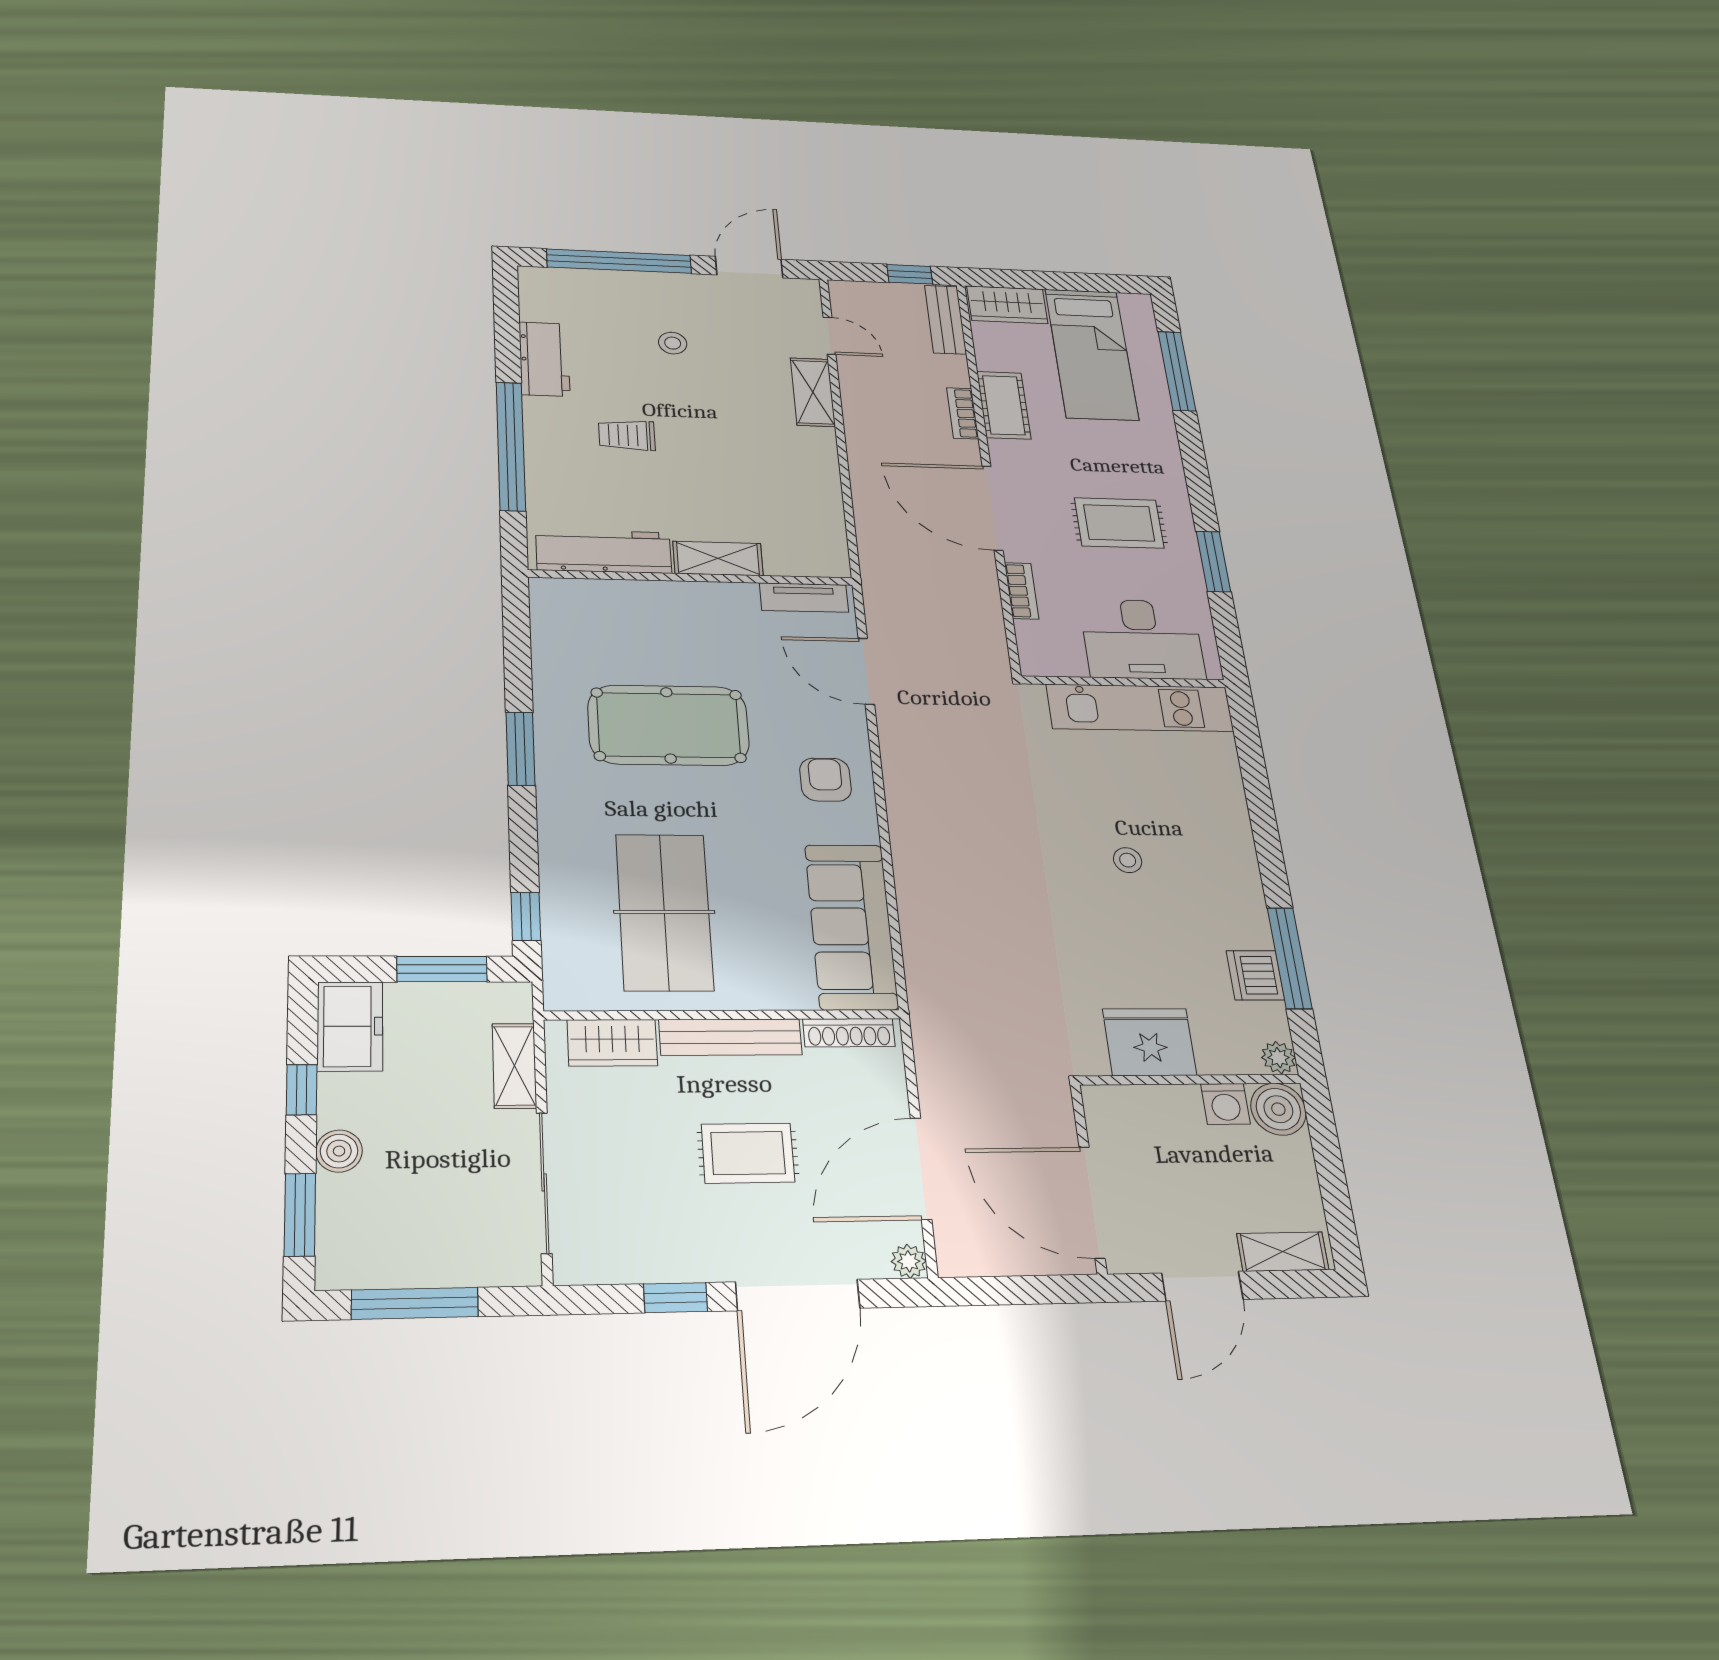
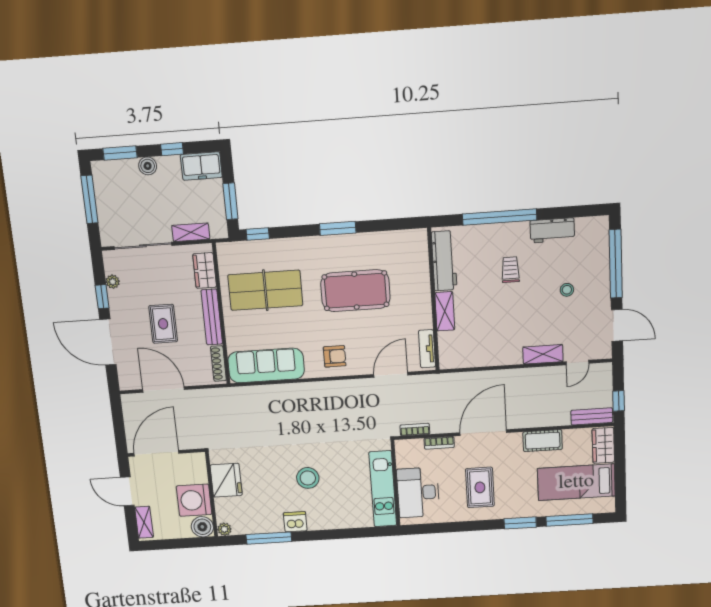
bookcase: (963, 413) -> (415, 430), moved
window: (1213, 562) -> (520, 523), moved
pool table: (668, 725) -> (355, 291), turned 90
stool: (1128, 860) -> (308, 478), width x1.89, depth x1.89
dishwasher: (1255, 975) -> (295, 522), moved
washing machine: (1225, 1104) -> (194, 500), width x1.89, depth x1.89
plant: (909, 1261) -> (113, 282), moved

